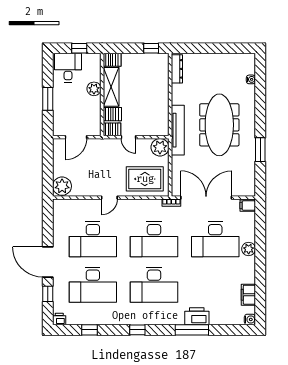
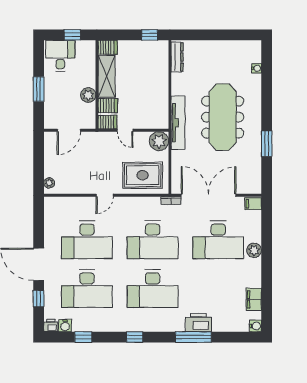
plant: (94, 89) -> (88, 95), moved
plant: (62, 186) -> (49, 183), width x0.53, depth x0.53
water cooler: (72, 319) -> (65, 326), added

